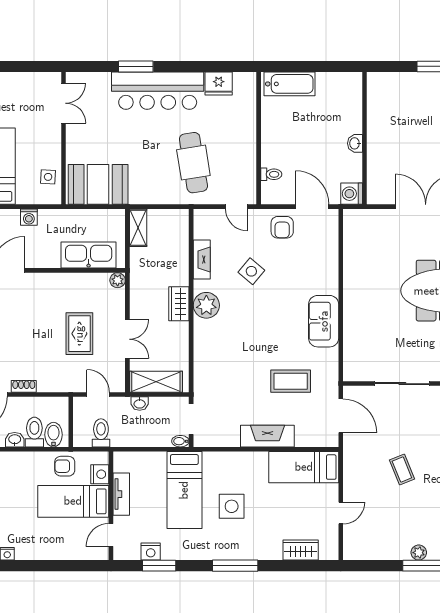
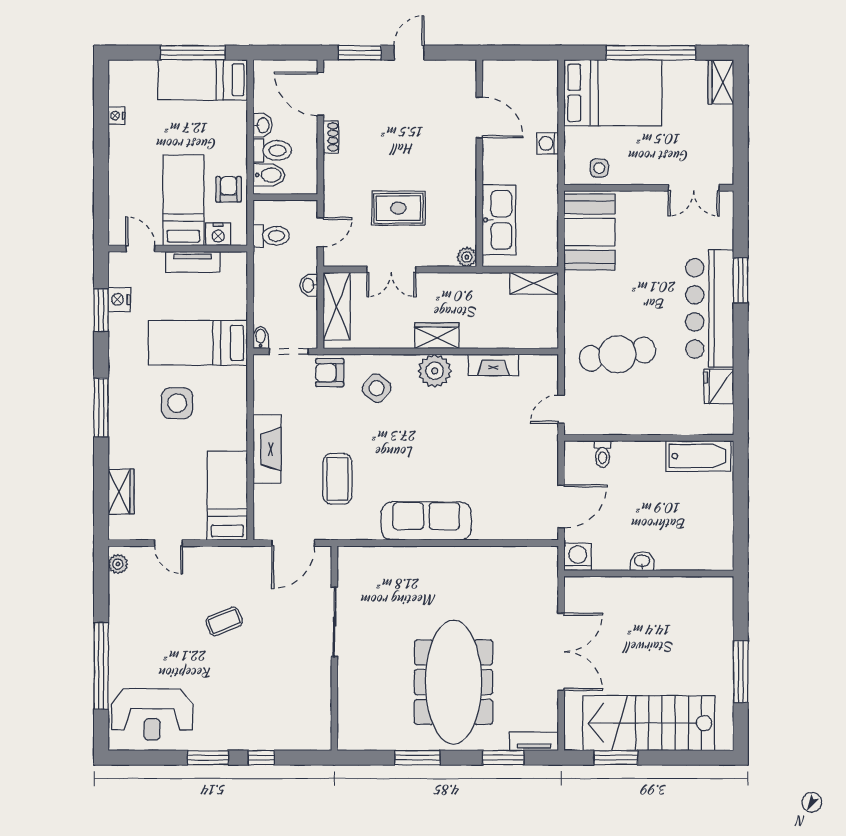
bathtub: (290, 84) -> (698, 456), moved, turned -90
armchair: (282, 227) -> (330, 373), moved
side table: (251, 271) -> (377, 388), moved
sofa: (324, 321) -> (426, 521), width x1.36
plant: (419, 553) -> (118, 564), moved

